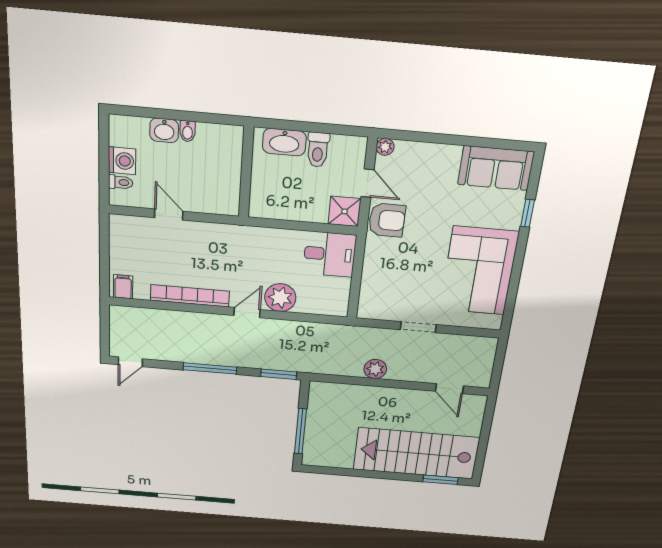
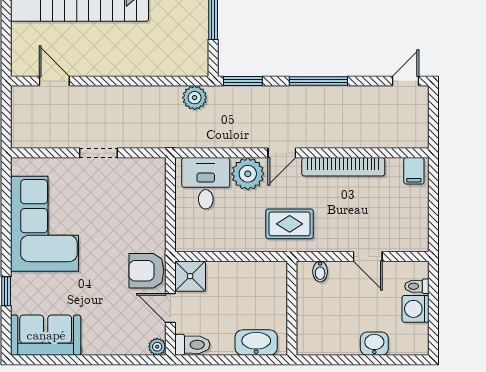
bidet: (188, 131) -> (320, 271), moved, turned 180
toilet: (318, 150) -> (192, 345), moved, turned 90
rug: (244, 251) -> (290, 224), added
desk: (330, 254) -> (206, 183), moved, turned 90
plant: (375, 369) -> (195, 98), moved

